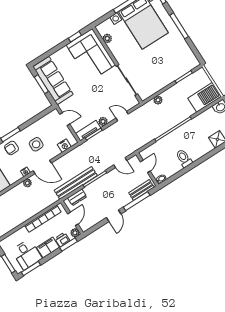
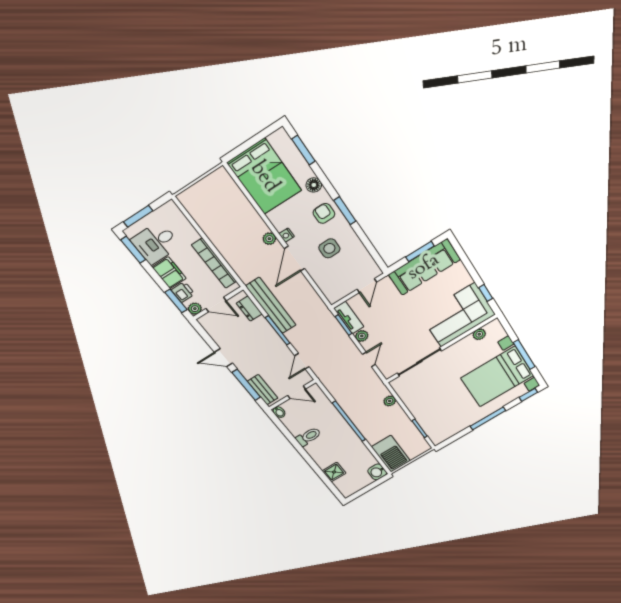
nightstand: (64, 146) -> (327, 287), removed

